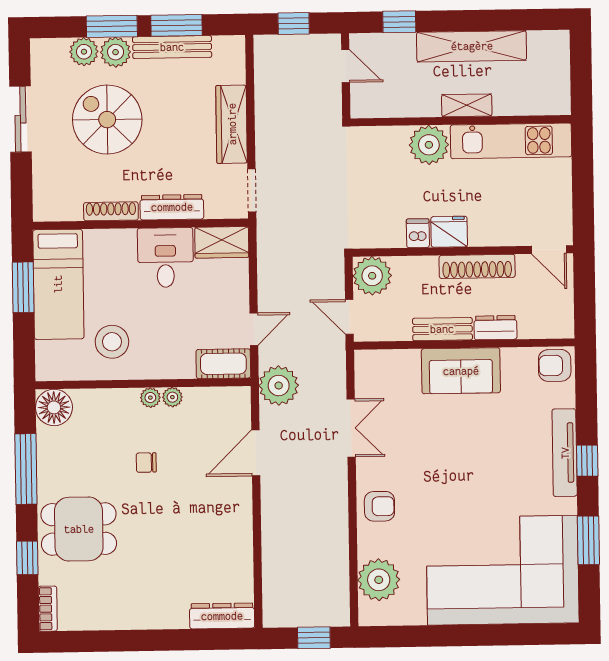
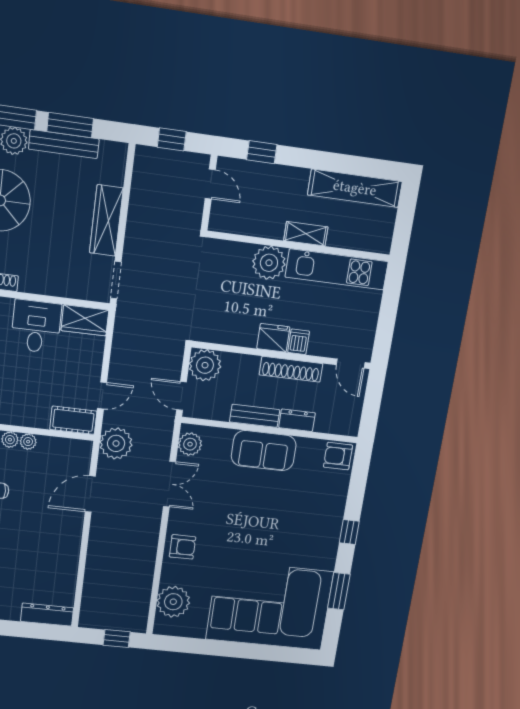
shelving: (472, 46) -> (355, 188), moved
dresser: (172, 207) -> (47, 285), removed
dishwasher: (418, 233) -> (299, 342), moved
plant: (369, 375) -> (190, 444), added
tv unit: (565, 453) -> (333, 524), removed

